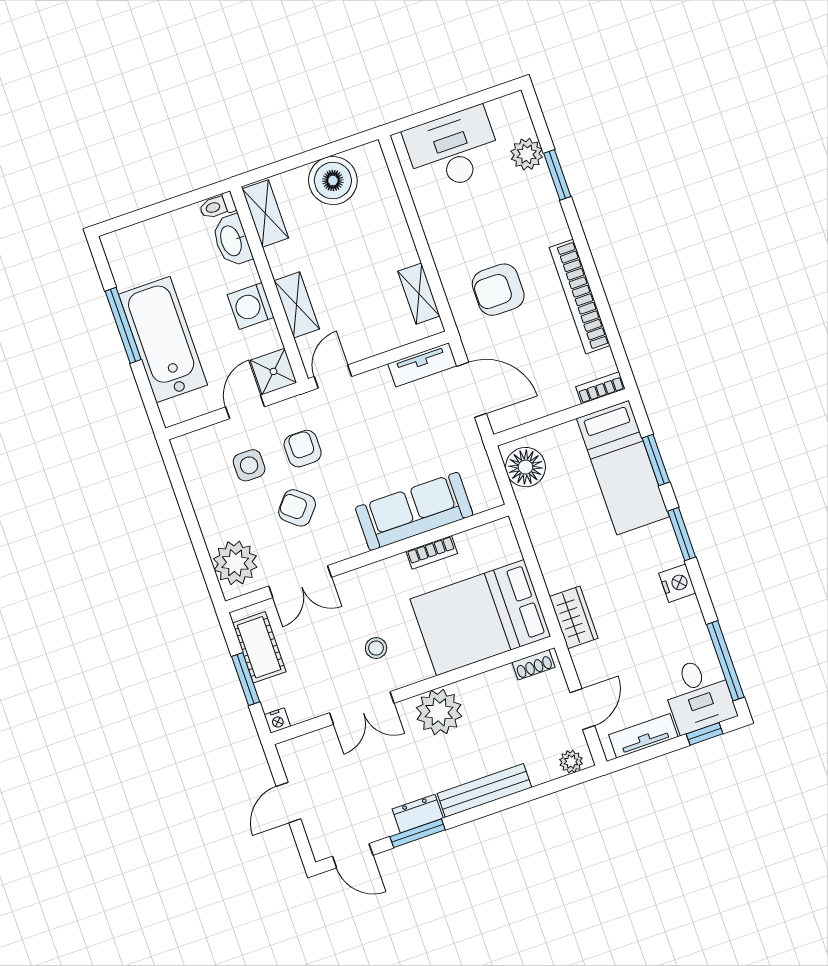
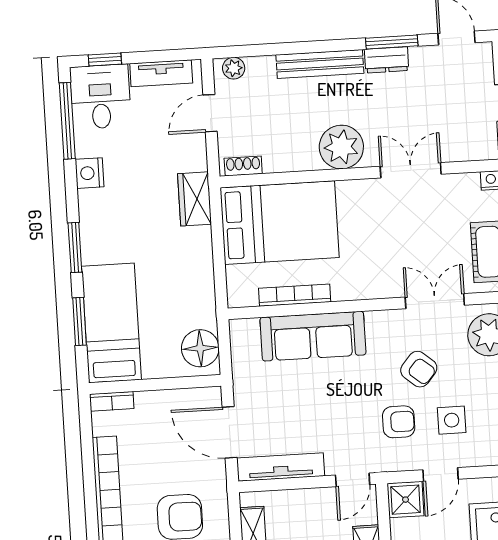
tv unit: (422, 365) -> (281, 467), width x1.41
armchair: (303, 449) -> (399, 422), turned -90
bookcase: (432, 552) -> (295, 295), width x1.56
nightstand: (677, 583) -> (90, 173), moved
stool: (376, 648) -> (382, 221), removed

